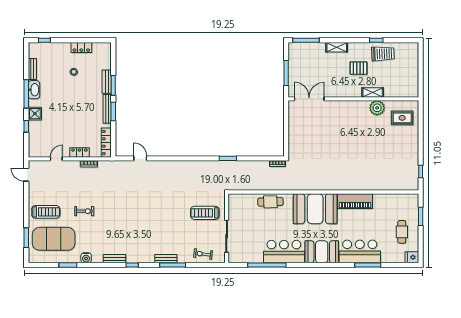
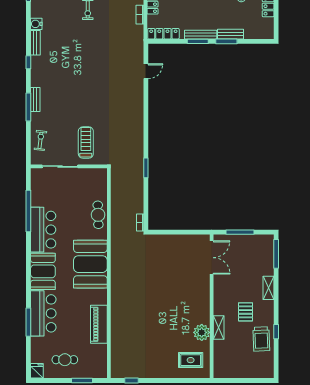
rug: (402, 118) -> (191, 360), turned 90
piano: (355, 201) -> (99, 324), moved
water cooler: (86, 258) -> (36, 24), moved

